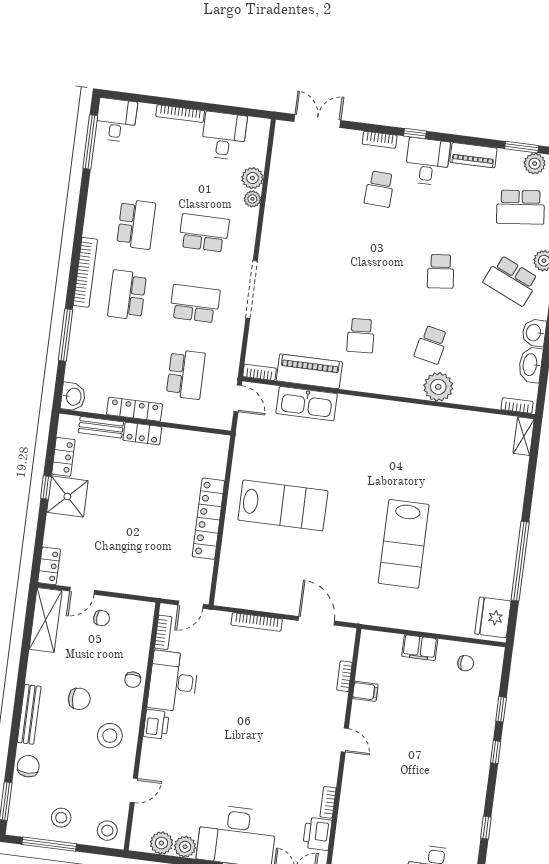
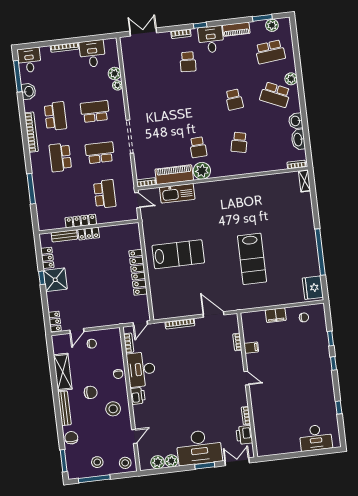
bookcase: (85, 272) -> (31, 132), moved
plant: (438, 387) -> (202, 171), moved
washbasin: (73, 397) -> (29, 91), moved
shelving: (46, 620) -> (63, 372), moved

